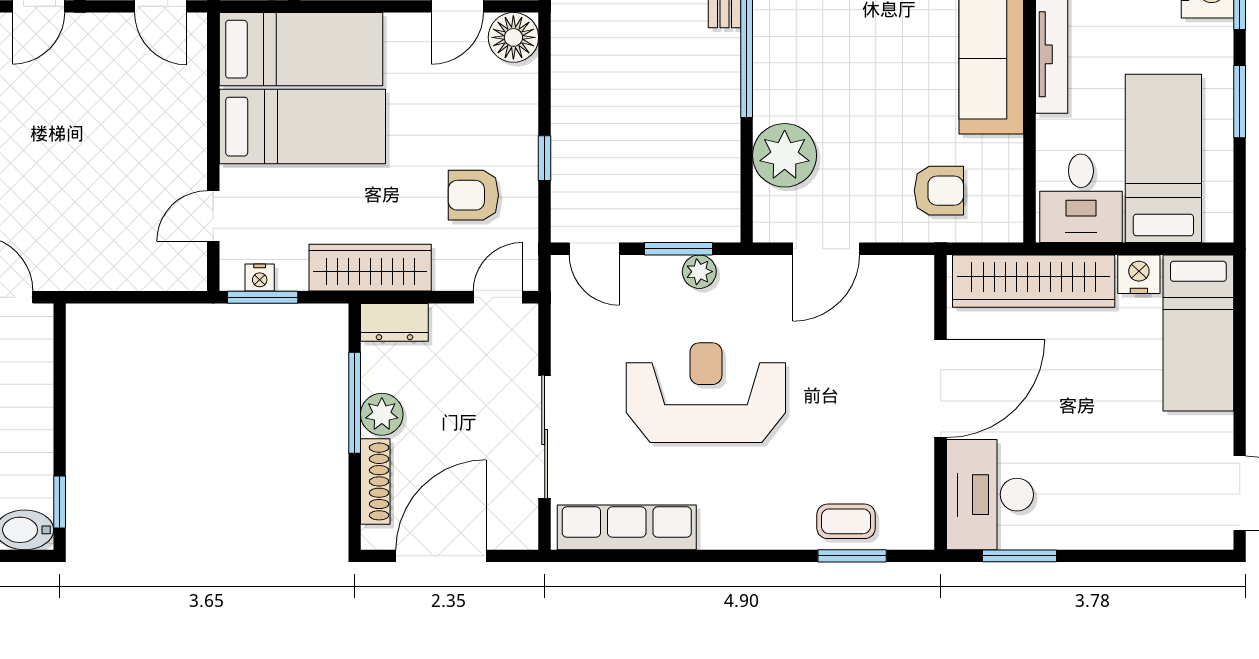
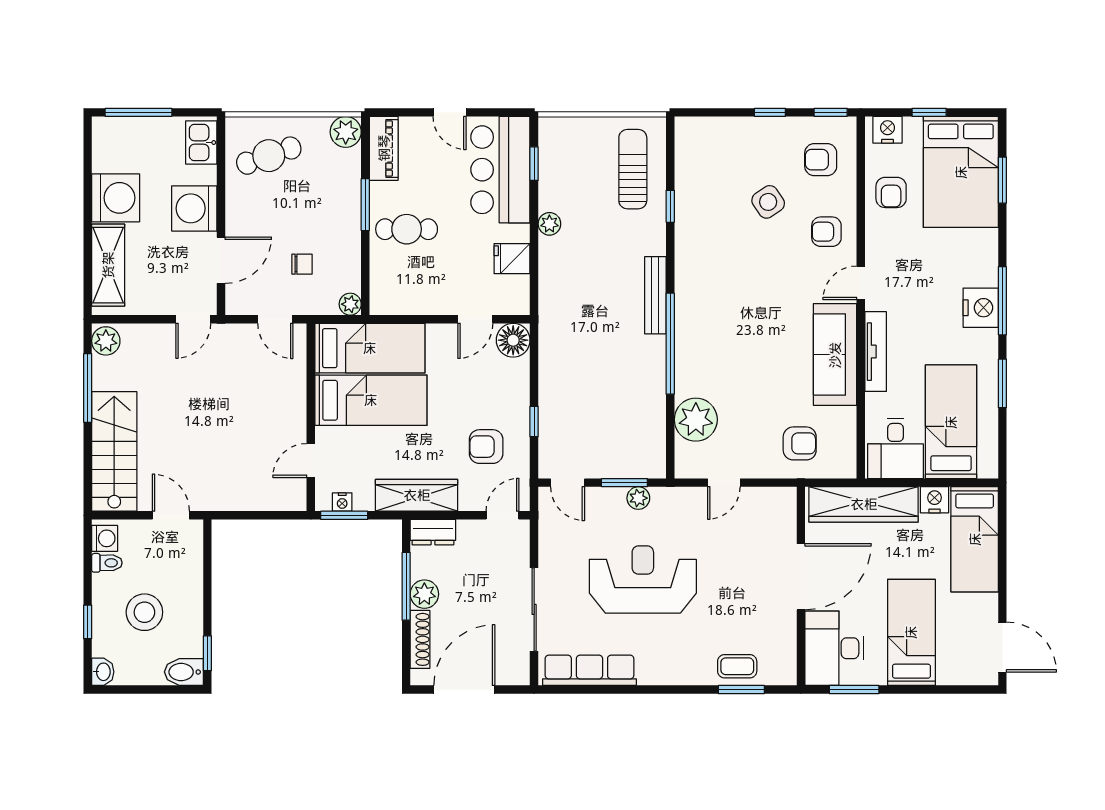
door: (826, 249) -> (724, 483), width x0.73
bed: (1105, 471) -> (911, 632), added

